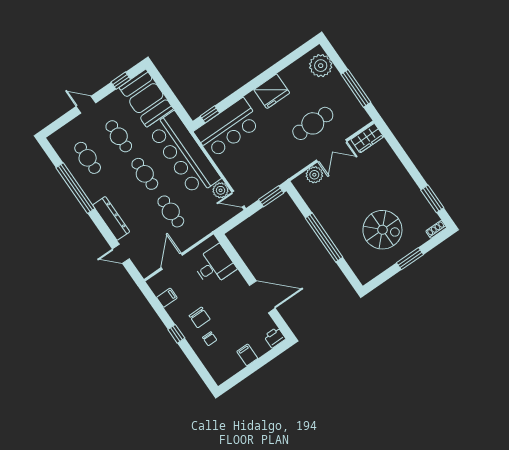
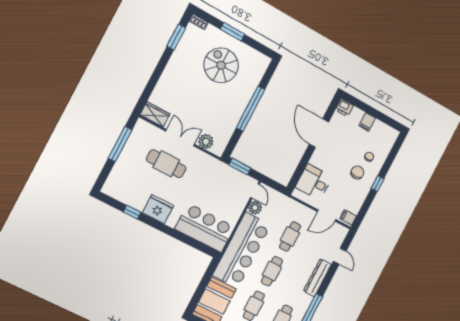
plant: (321, 66) -> (117, 181), removed
window: (210, 114) -> (132, 212), moved
filing cabinet: (167, 298) -> (348, 217), moved

